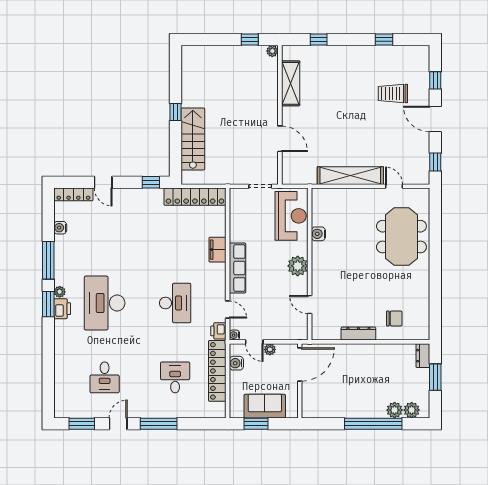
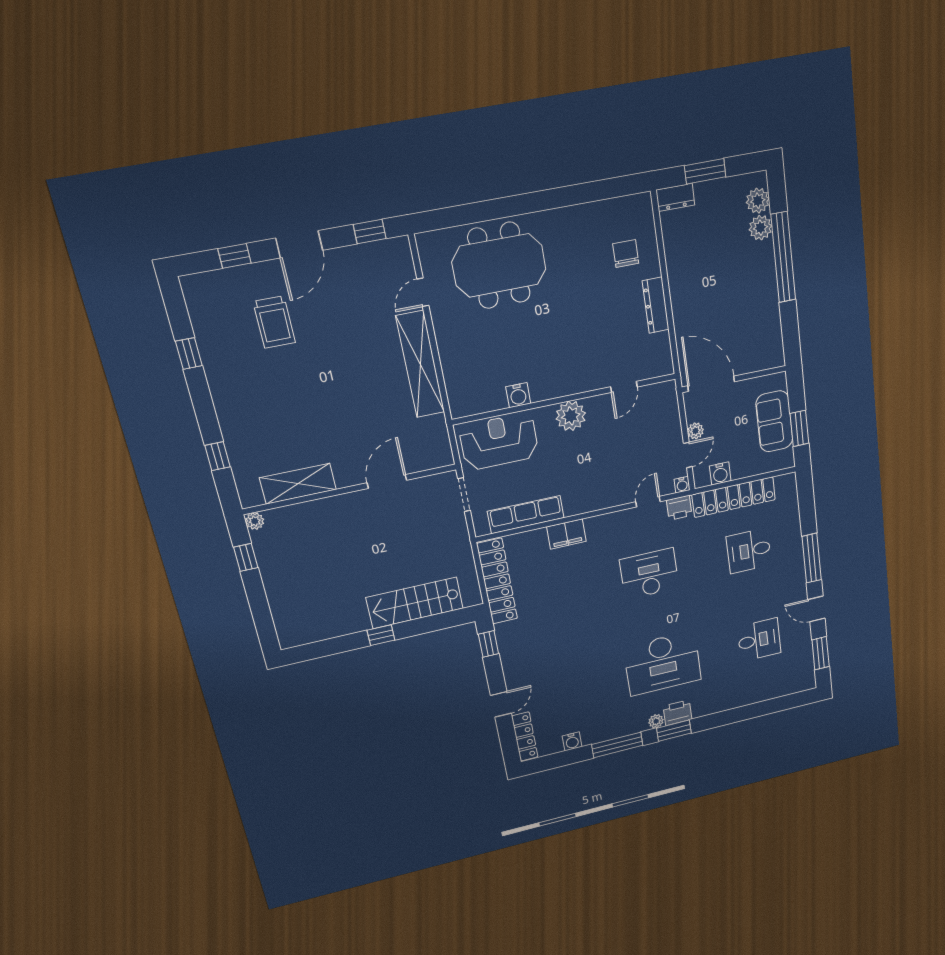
row of seats: (237, 268) -> (526, 515), moved

